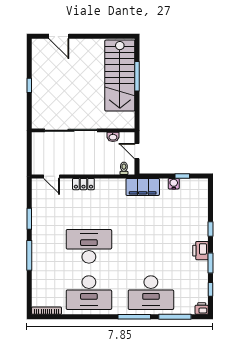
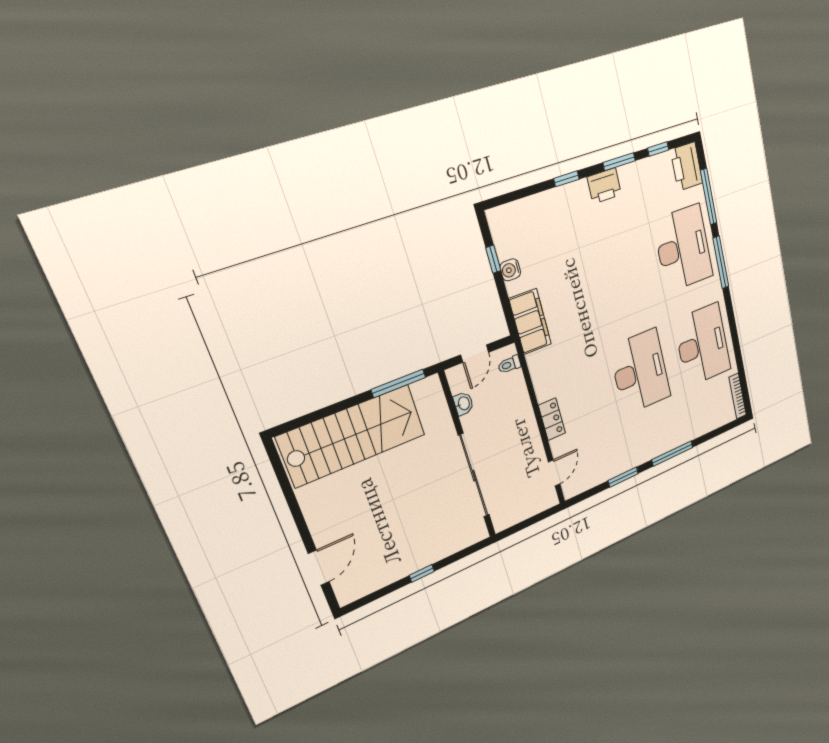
window: (137, 76) -> (398, 383), moved
desk: (89, 246) -> (640, 372), turned 180
printer: (202, 309) -> (687, 166), width x1.87, depth x1.48

